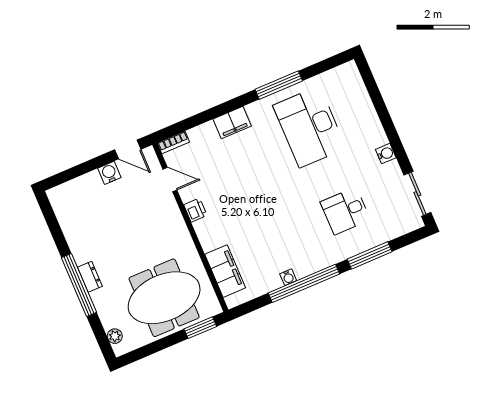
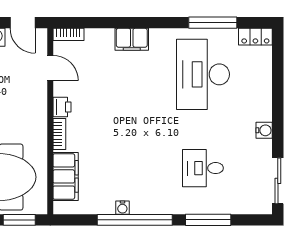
locker: (342, 73) -> (255, 37), added
window: (279, 85) -> (213, 23), moved
bookcase: (203, 235) -> (59, 134), added

